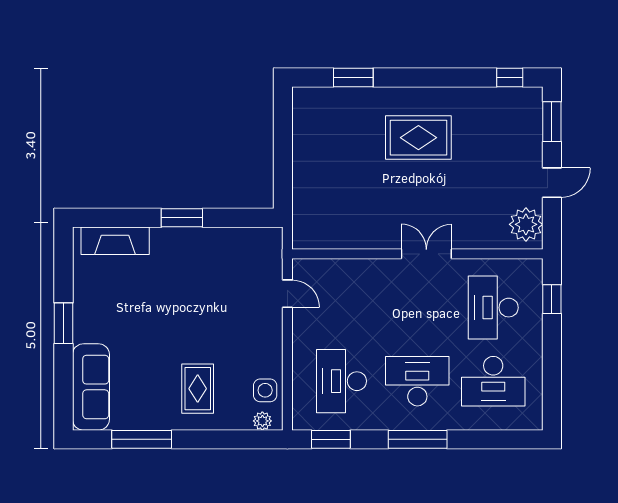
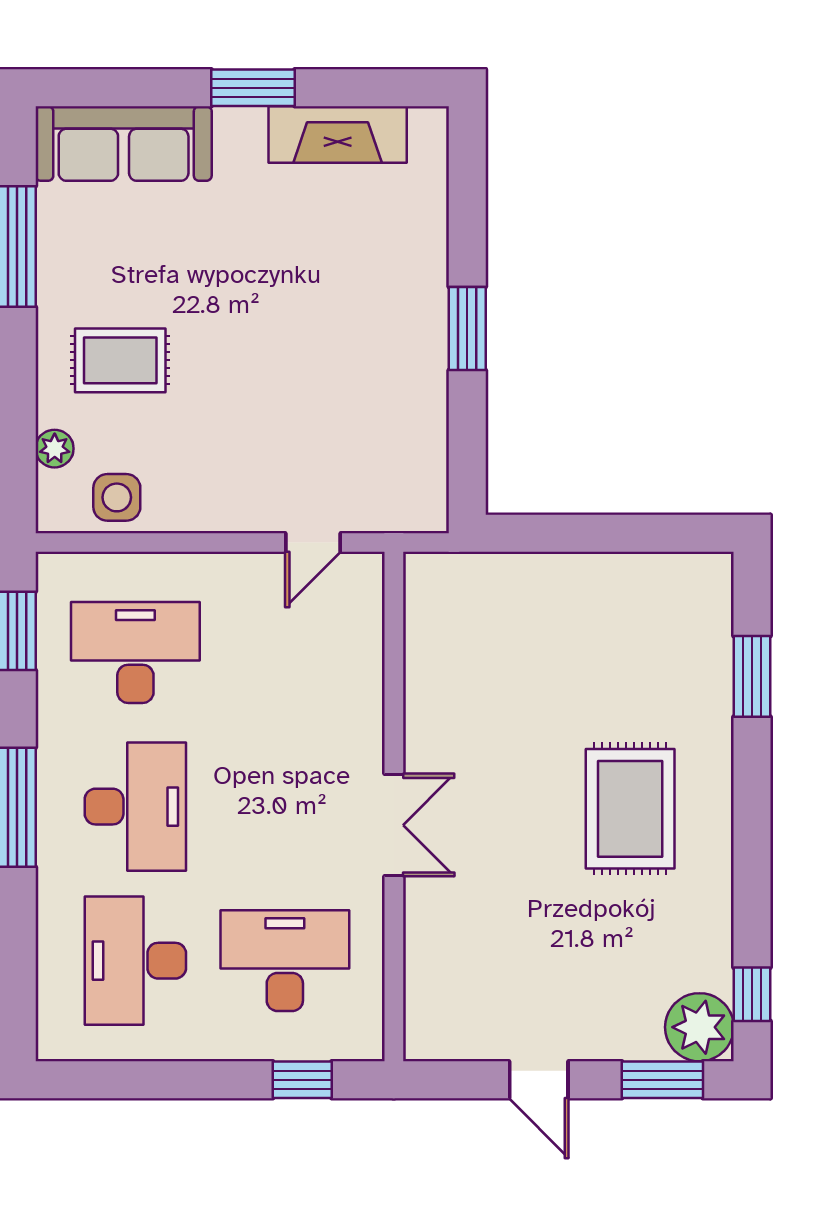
plant: (526, 224) -> (699, 1027), moved
fireplace: (115, 241) -> (338, 135), moved, turned -90
plant: (262, 421) -> (55, 449), moved

